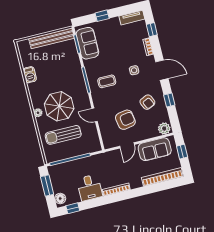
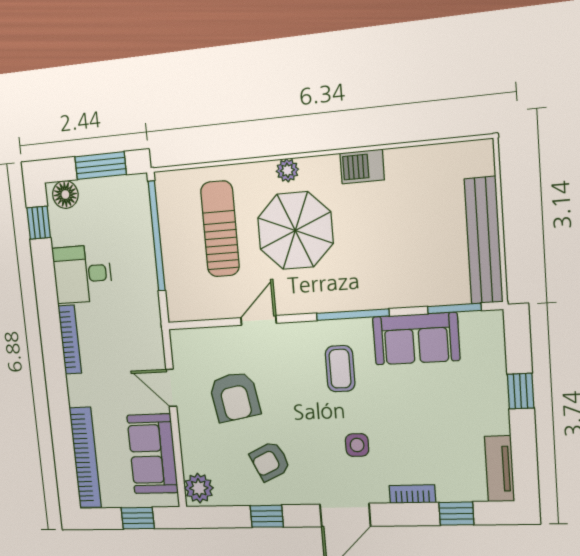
sofa: (87, 43) -> (416, 339), moved
barbecue: (30, 75) -> (362, 167), moved

